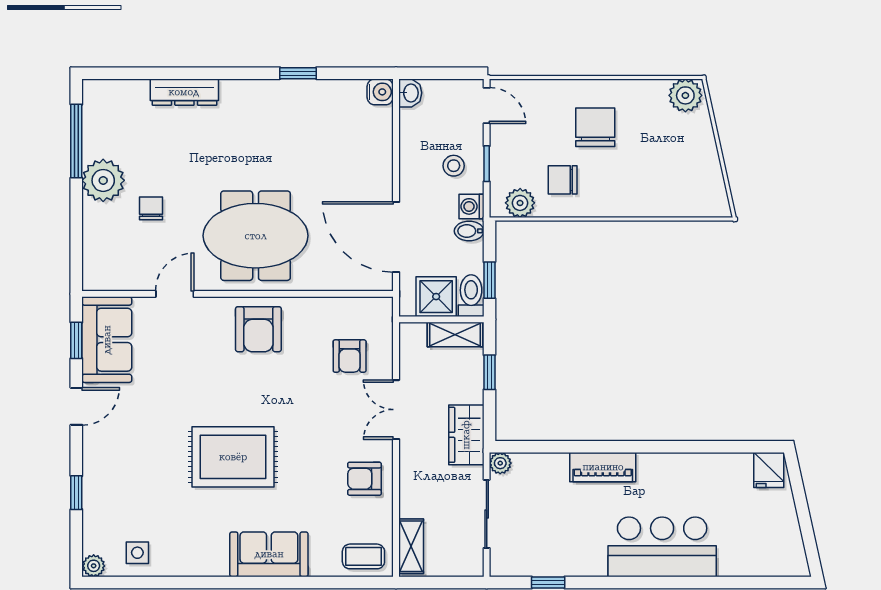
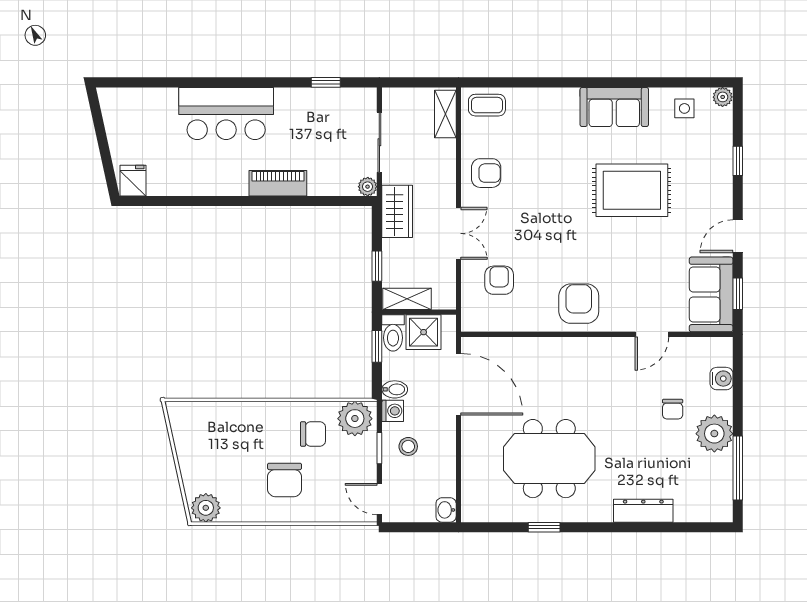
water cooler: (380, 92) -> (721, 379), moved, turned 180
plant: (520, 203) -> (355, 419), width x1.36, depth x1.36
meeting table: (256, 236) -> (549, 459), moved
rug: (233, 457) -> (632, 190), moved
sofa: (269, 554) -> (614, 107), moved

